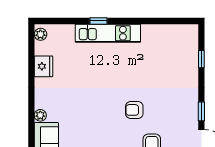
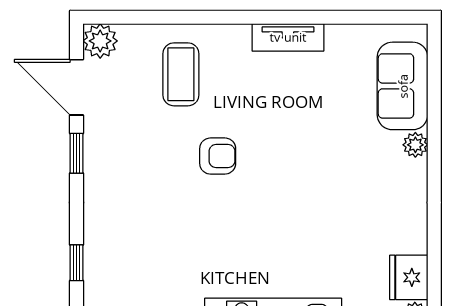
fridge: (43, 66) -> (409, 277), moved

